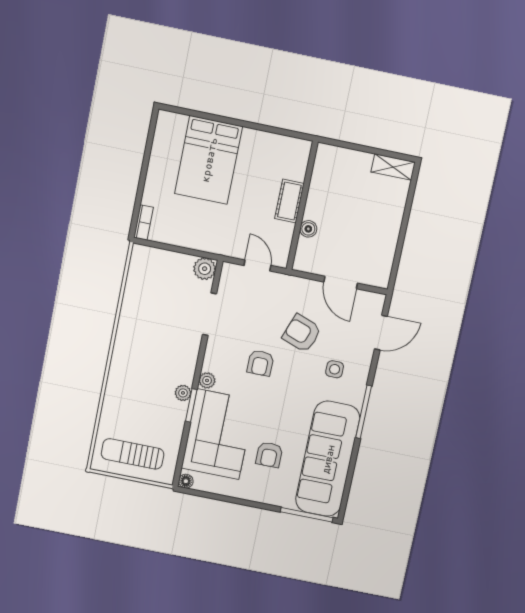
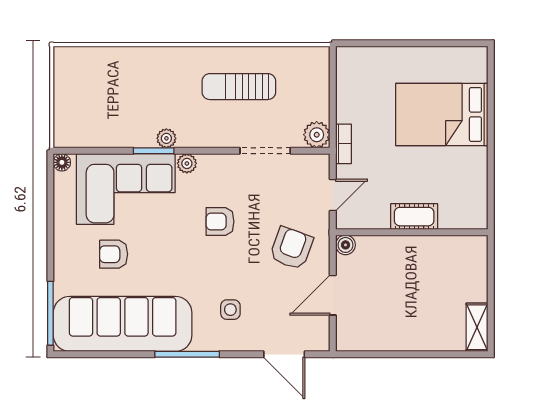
bookcase: (143, 222) -> (344, 144), moved, turned -90
boiler: (308, 229) -> (345, 245), moved
armchair: (302, 333) -> (291, 248), moved
sun lounger: (133, 454) -> (239, 87), moved, turned -90

